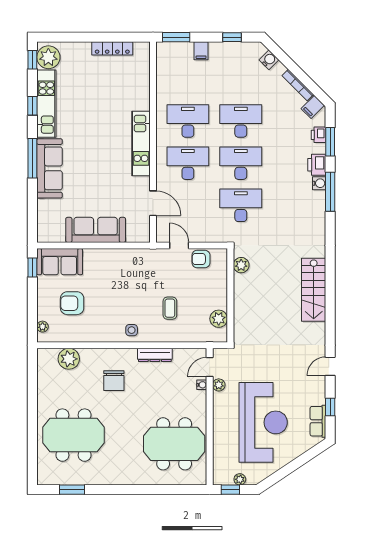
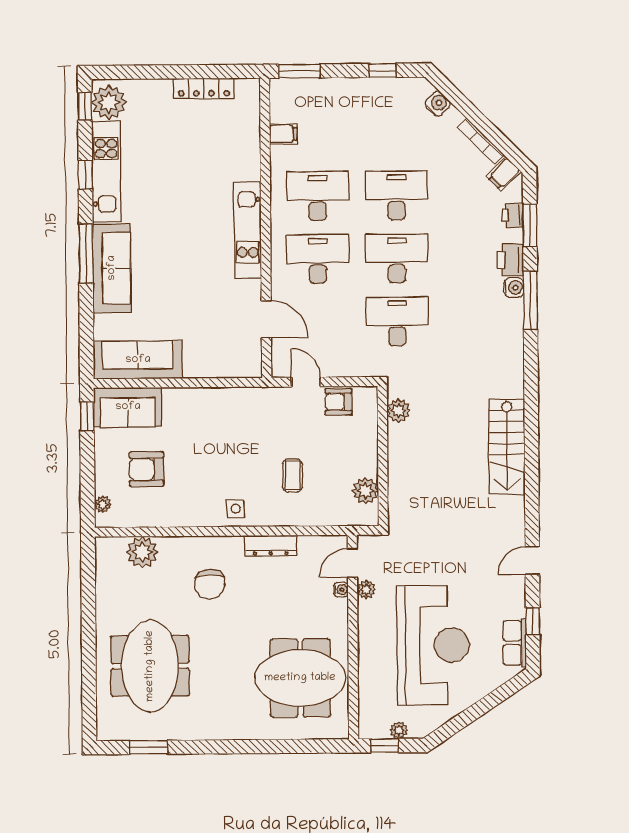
filing cabinet: (201, 51) -> (283, 134), moved, turned -90
sofa: (96, 230) -> (138, 360), moved
meeting table: (73, 435) -> (150, 666), turned 90

